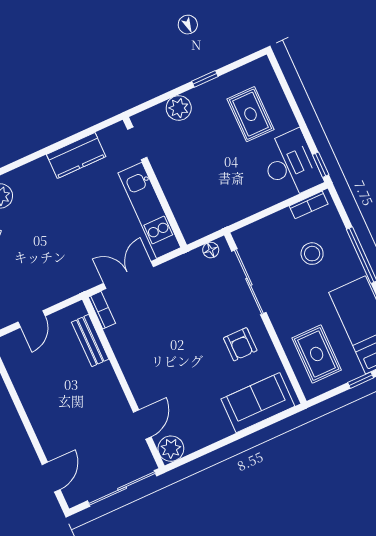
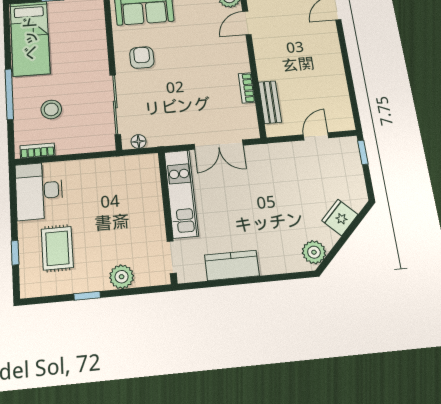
window: (321, 165) -> (15, 253), moved
bookcase: (102, 310) -> (247, 88), moved
rug: (317, 354) -> (80, 29), removed

